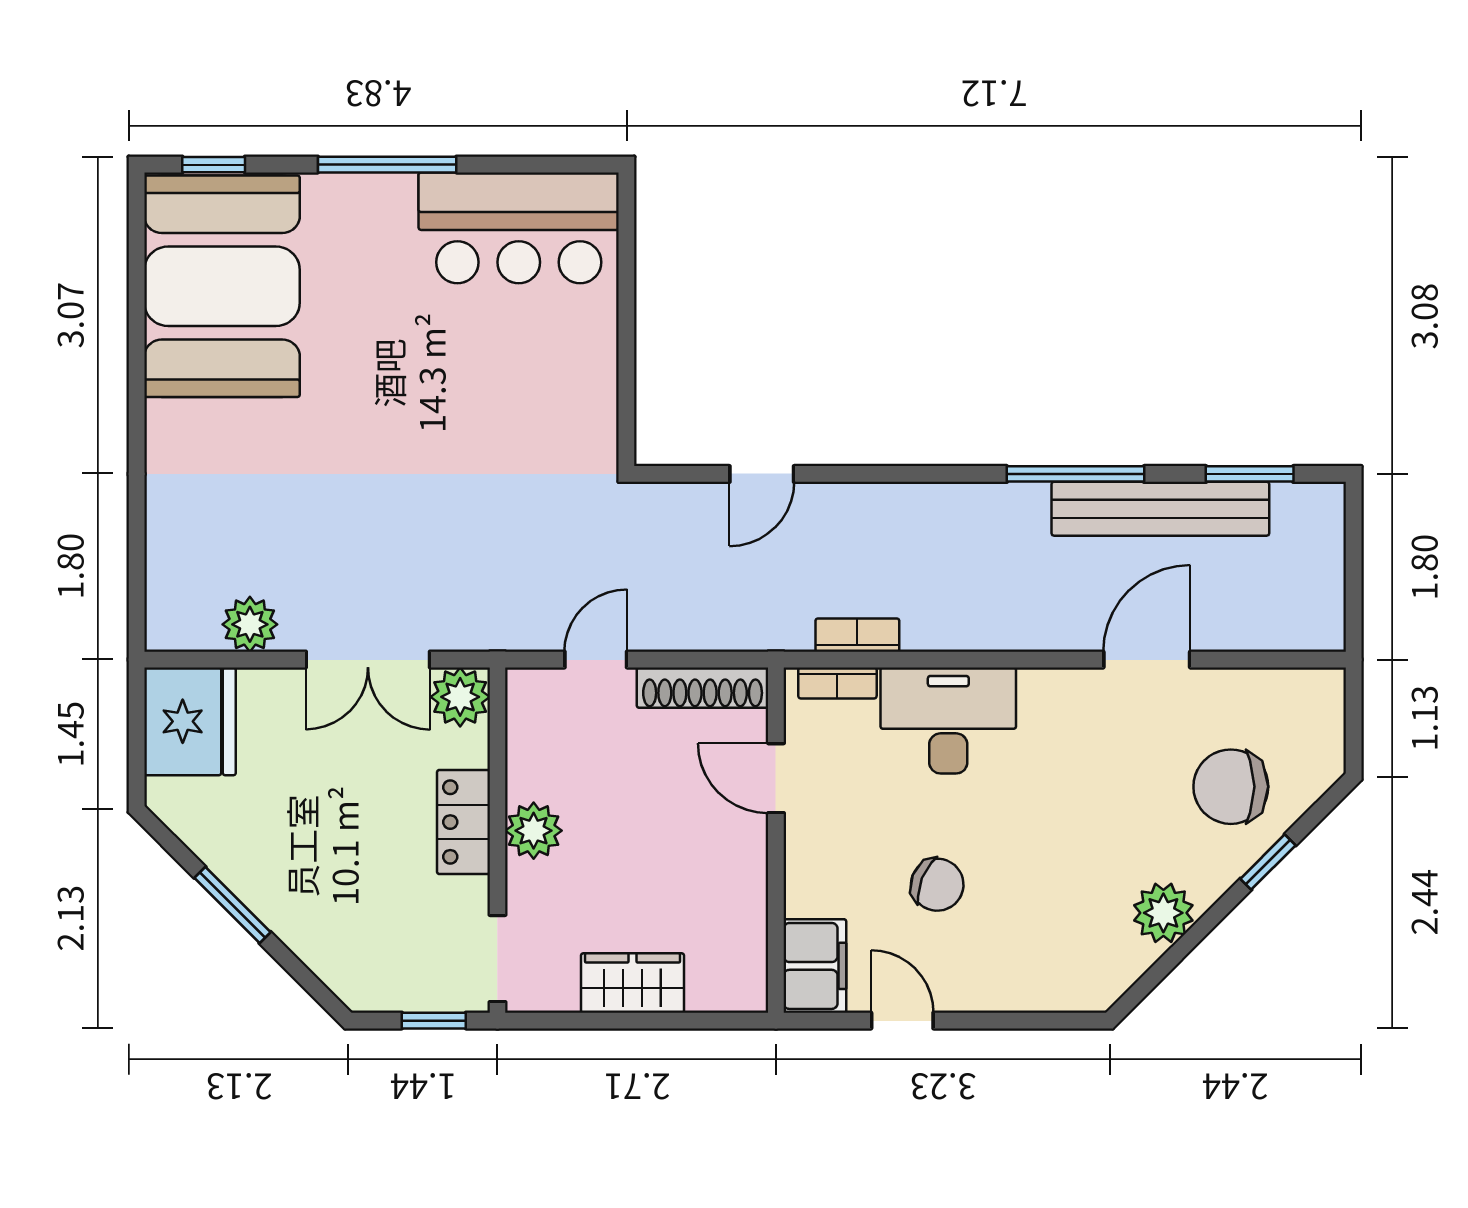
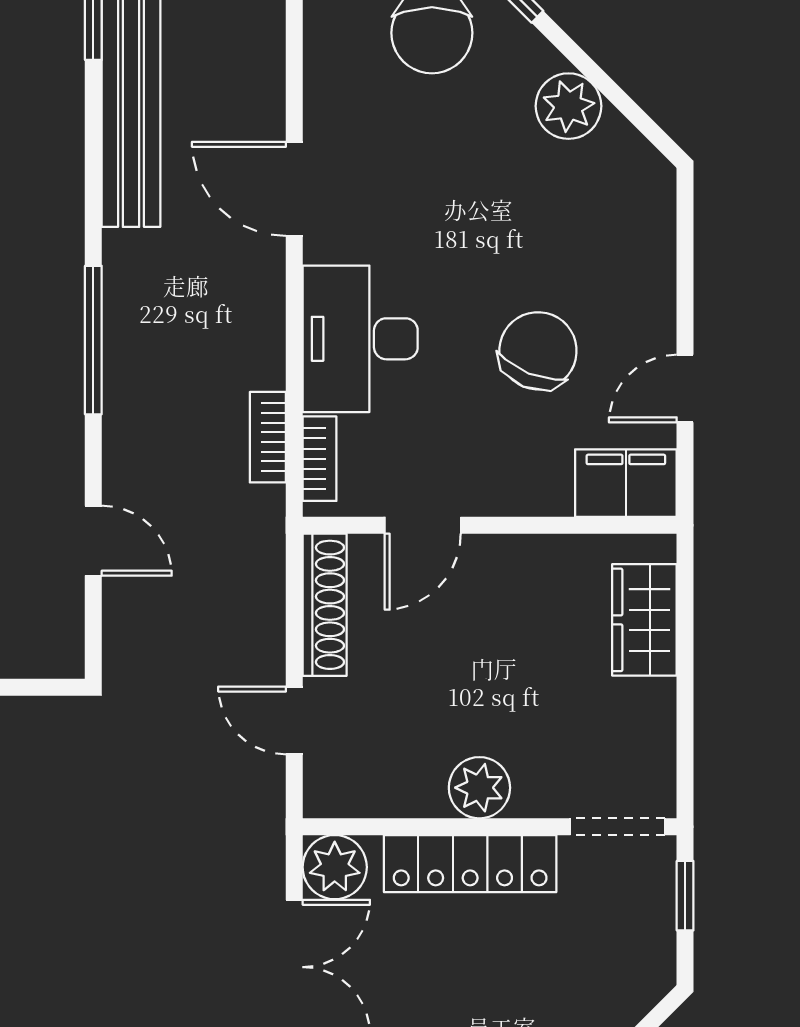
window: (1075, 474) -> (93, 340), moved
door: (1147, 660) -> (294, 189), moved
locker: (463, 822) -> (470, 864), width x1.53
chair: (937, 885) -> (538, 351), width x1.37, depth x1.37
wardrobe: (632, 983) -> (644, 620), moved

